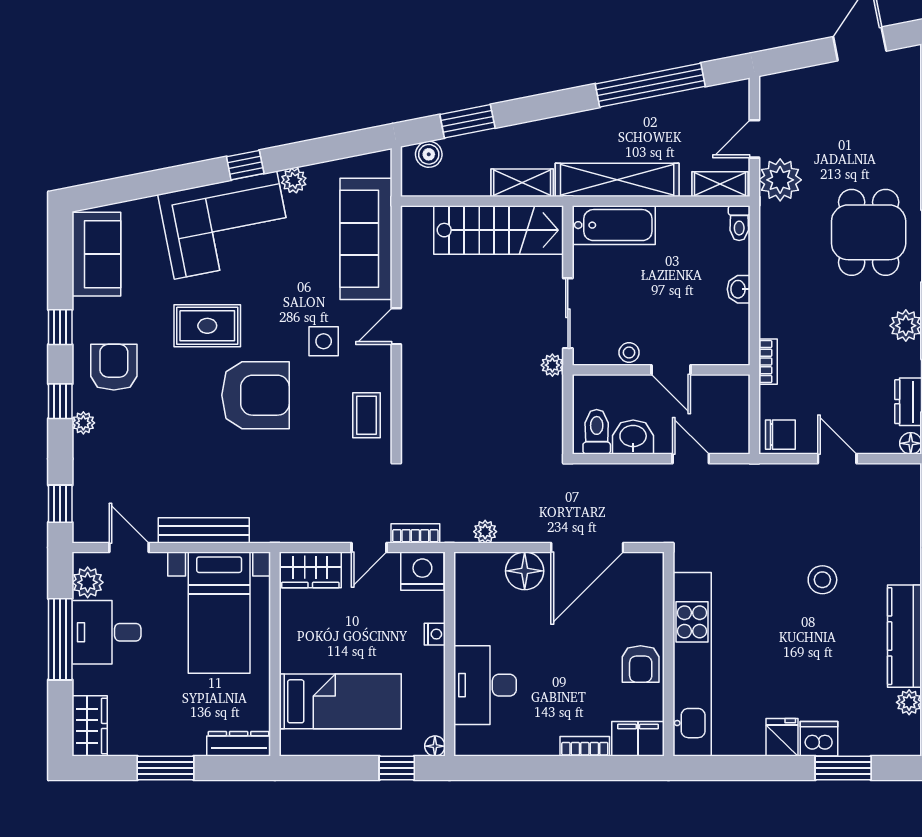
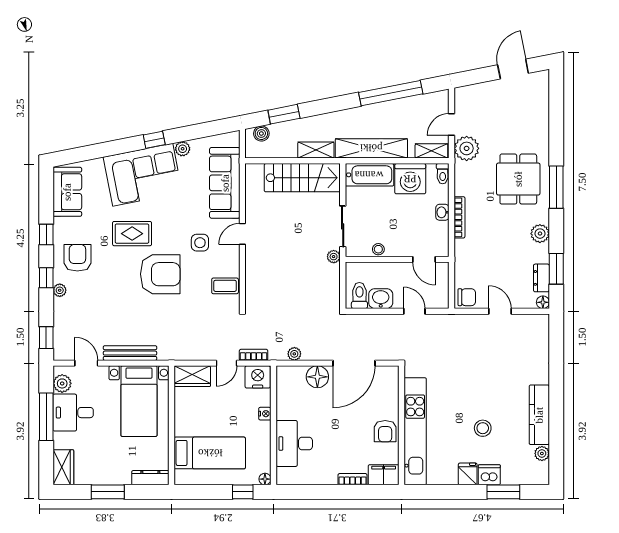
washing machine: (684, 232) -> (410, 179), added
bookcase: (768, 362) -> (459, 217), moved, width x1.56
door: (671, 370) -> (424, 259), moved
coffee table: (367, 415) -> (225, 286), turned 90
stool: (822, 580) -> (483, 428), moved

